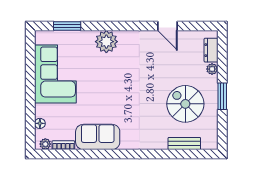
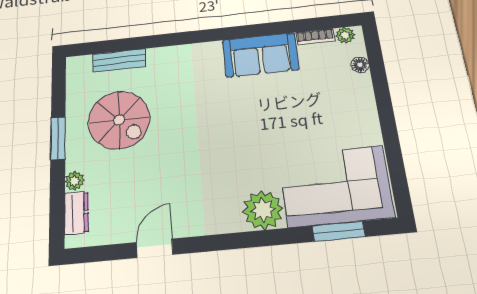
door: (167, 26) -> (155, 248), hinge flipped
corner sofa: (55, 74) -> (336, 186), moved, turned 90

